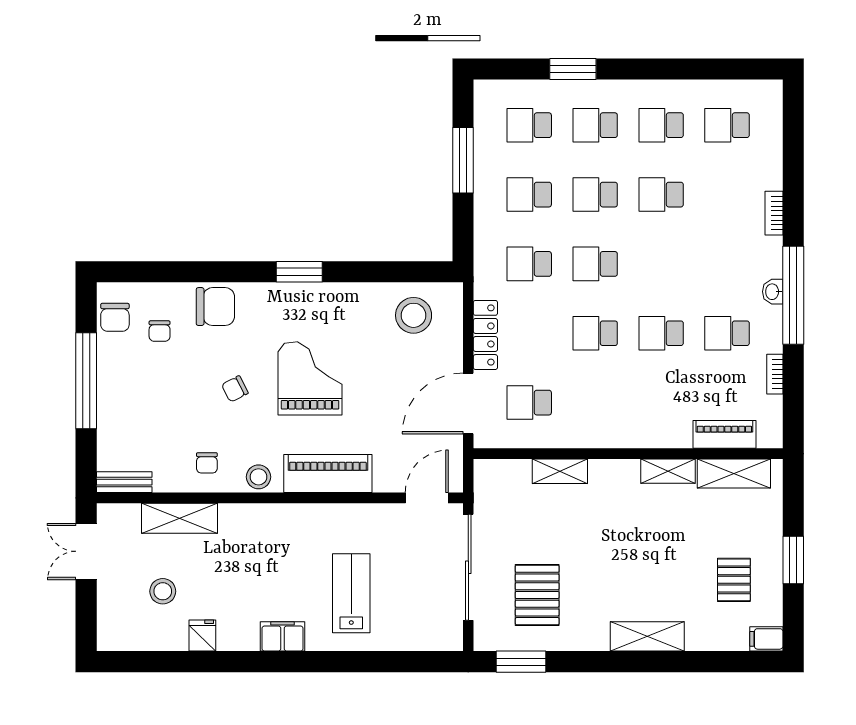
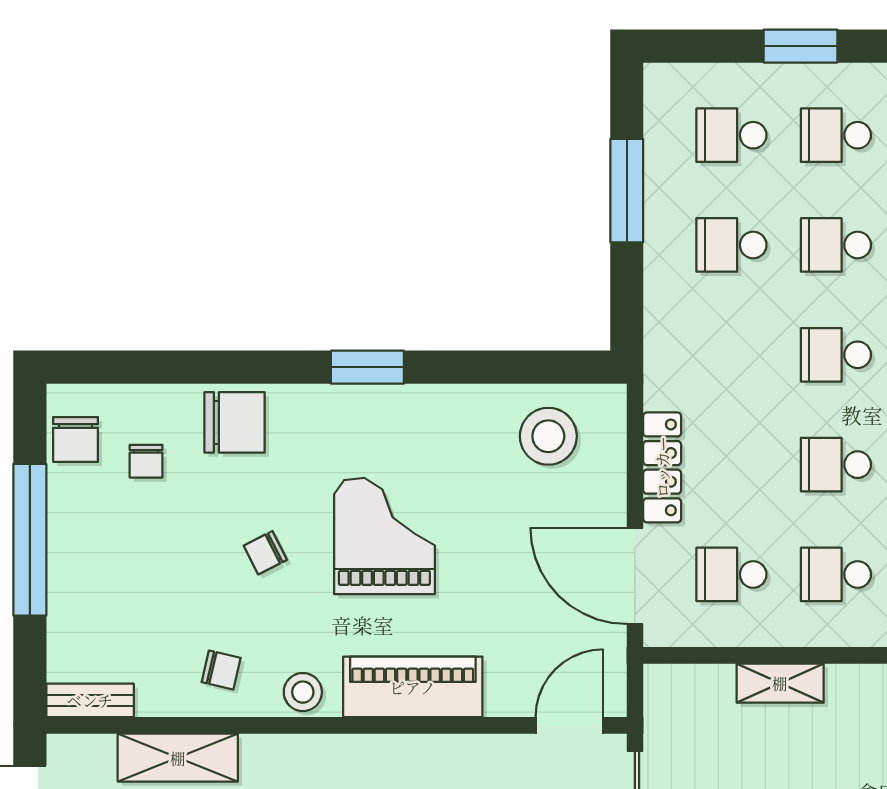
school desk: (529, 264) -> (836, 574), moved
door: (468, 403) -> (635, 576), hinge flipped
chair: (207, 463) -> (221, 670), turned -77

